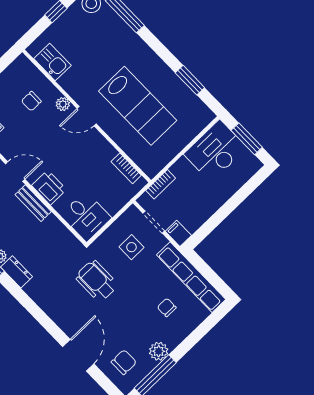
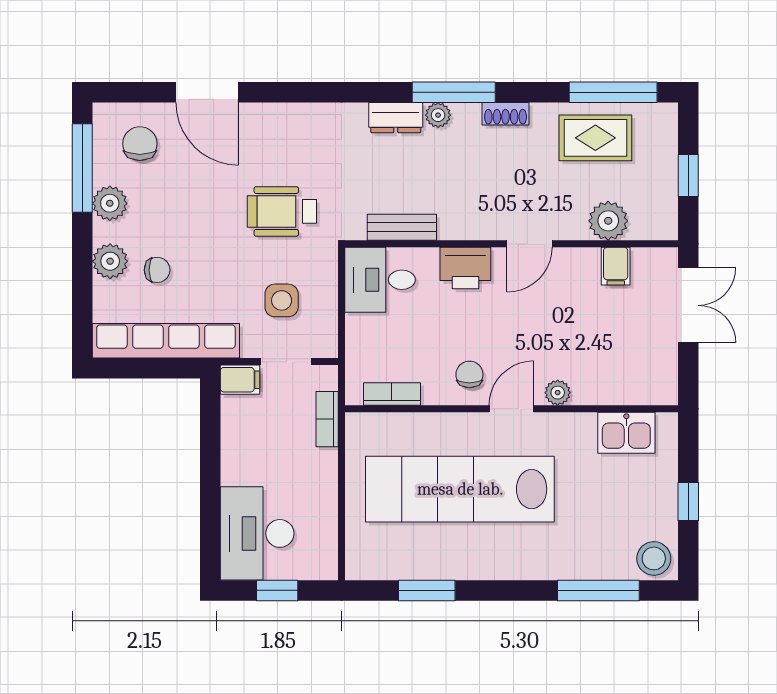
chair: (31, 101) -> (469, 374), moved
lab bench: (138, 106) -> (460, 489), width x1.36
window: (247, 139) -> (277, 590), width x0.67
desk: (215, 151) -> (257, 533), moved, turned 180
bench: (33, 203) -> (402, 227), moved
wheelchair: (97, 281) -> (282, 211), turned 180
plant: (181, 329) -> (110, 261), added
chair: (124, 362) -> (140, 144), turned 180

